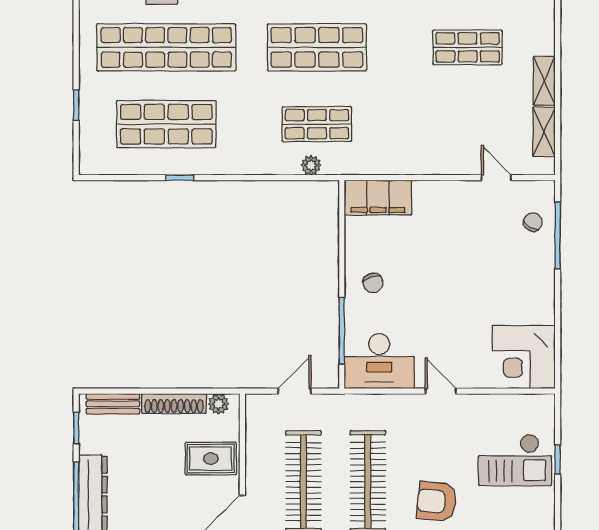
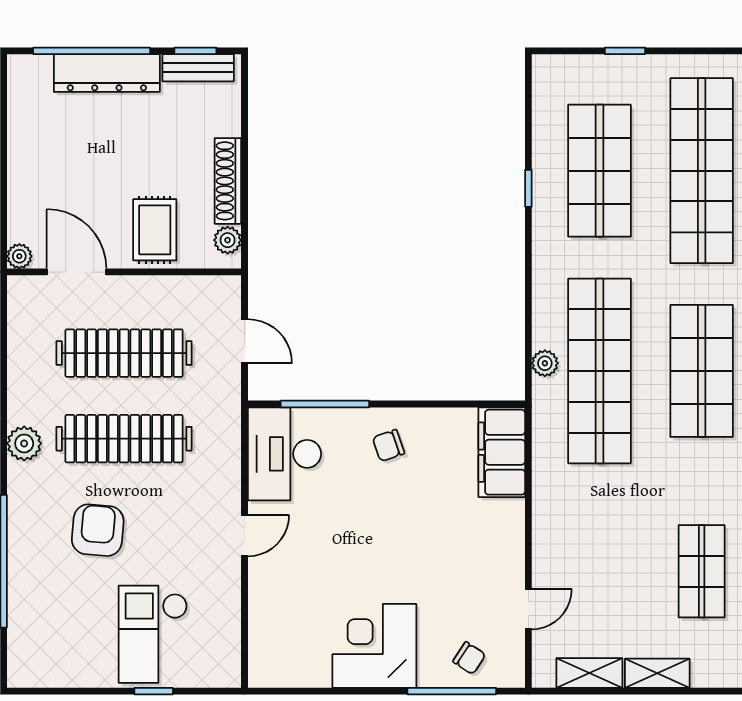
shop shelf: (317, 124) -> (600, 371), width x2.00, depth x1.36
corner desk: (524, 357) -> (374, 646), moved
bench: (113, 404) -> (198, 68), moved, turned 90

